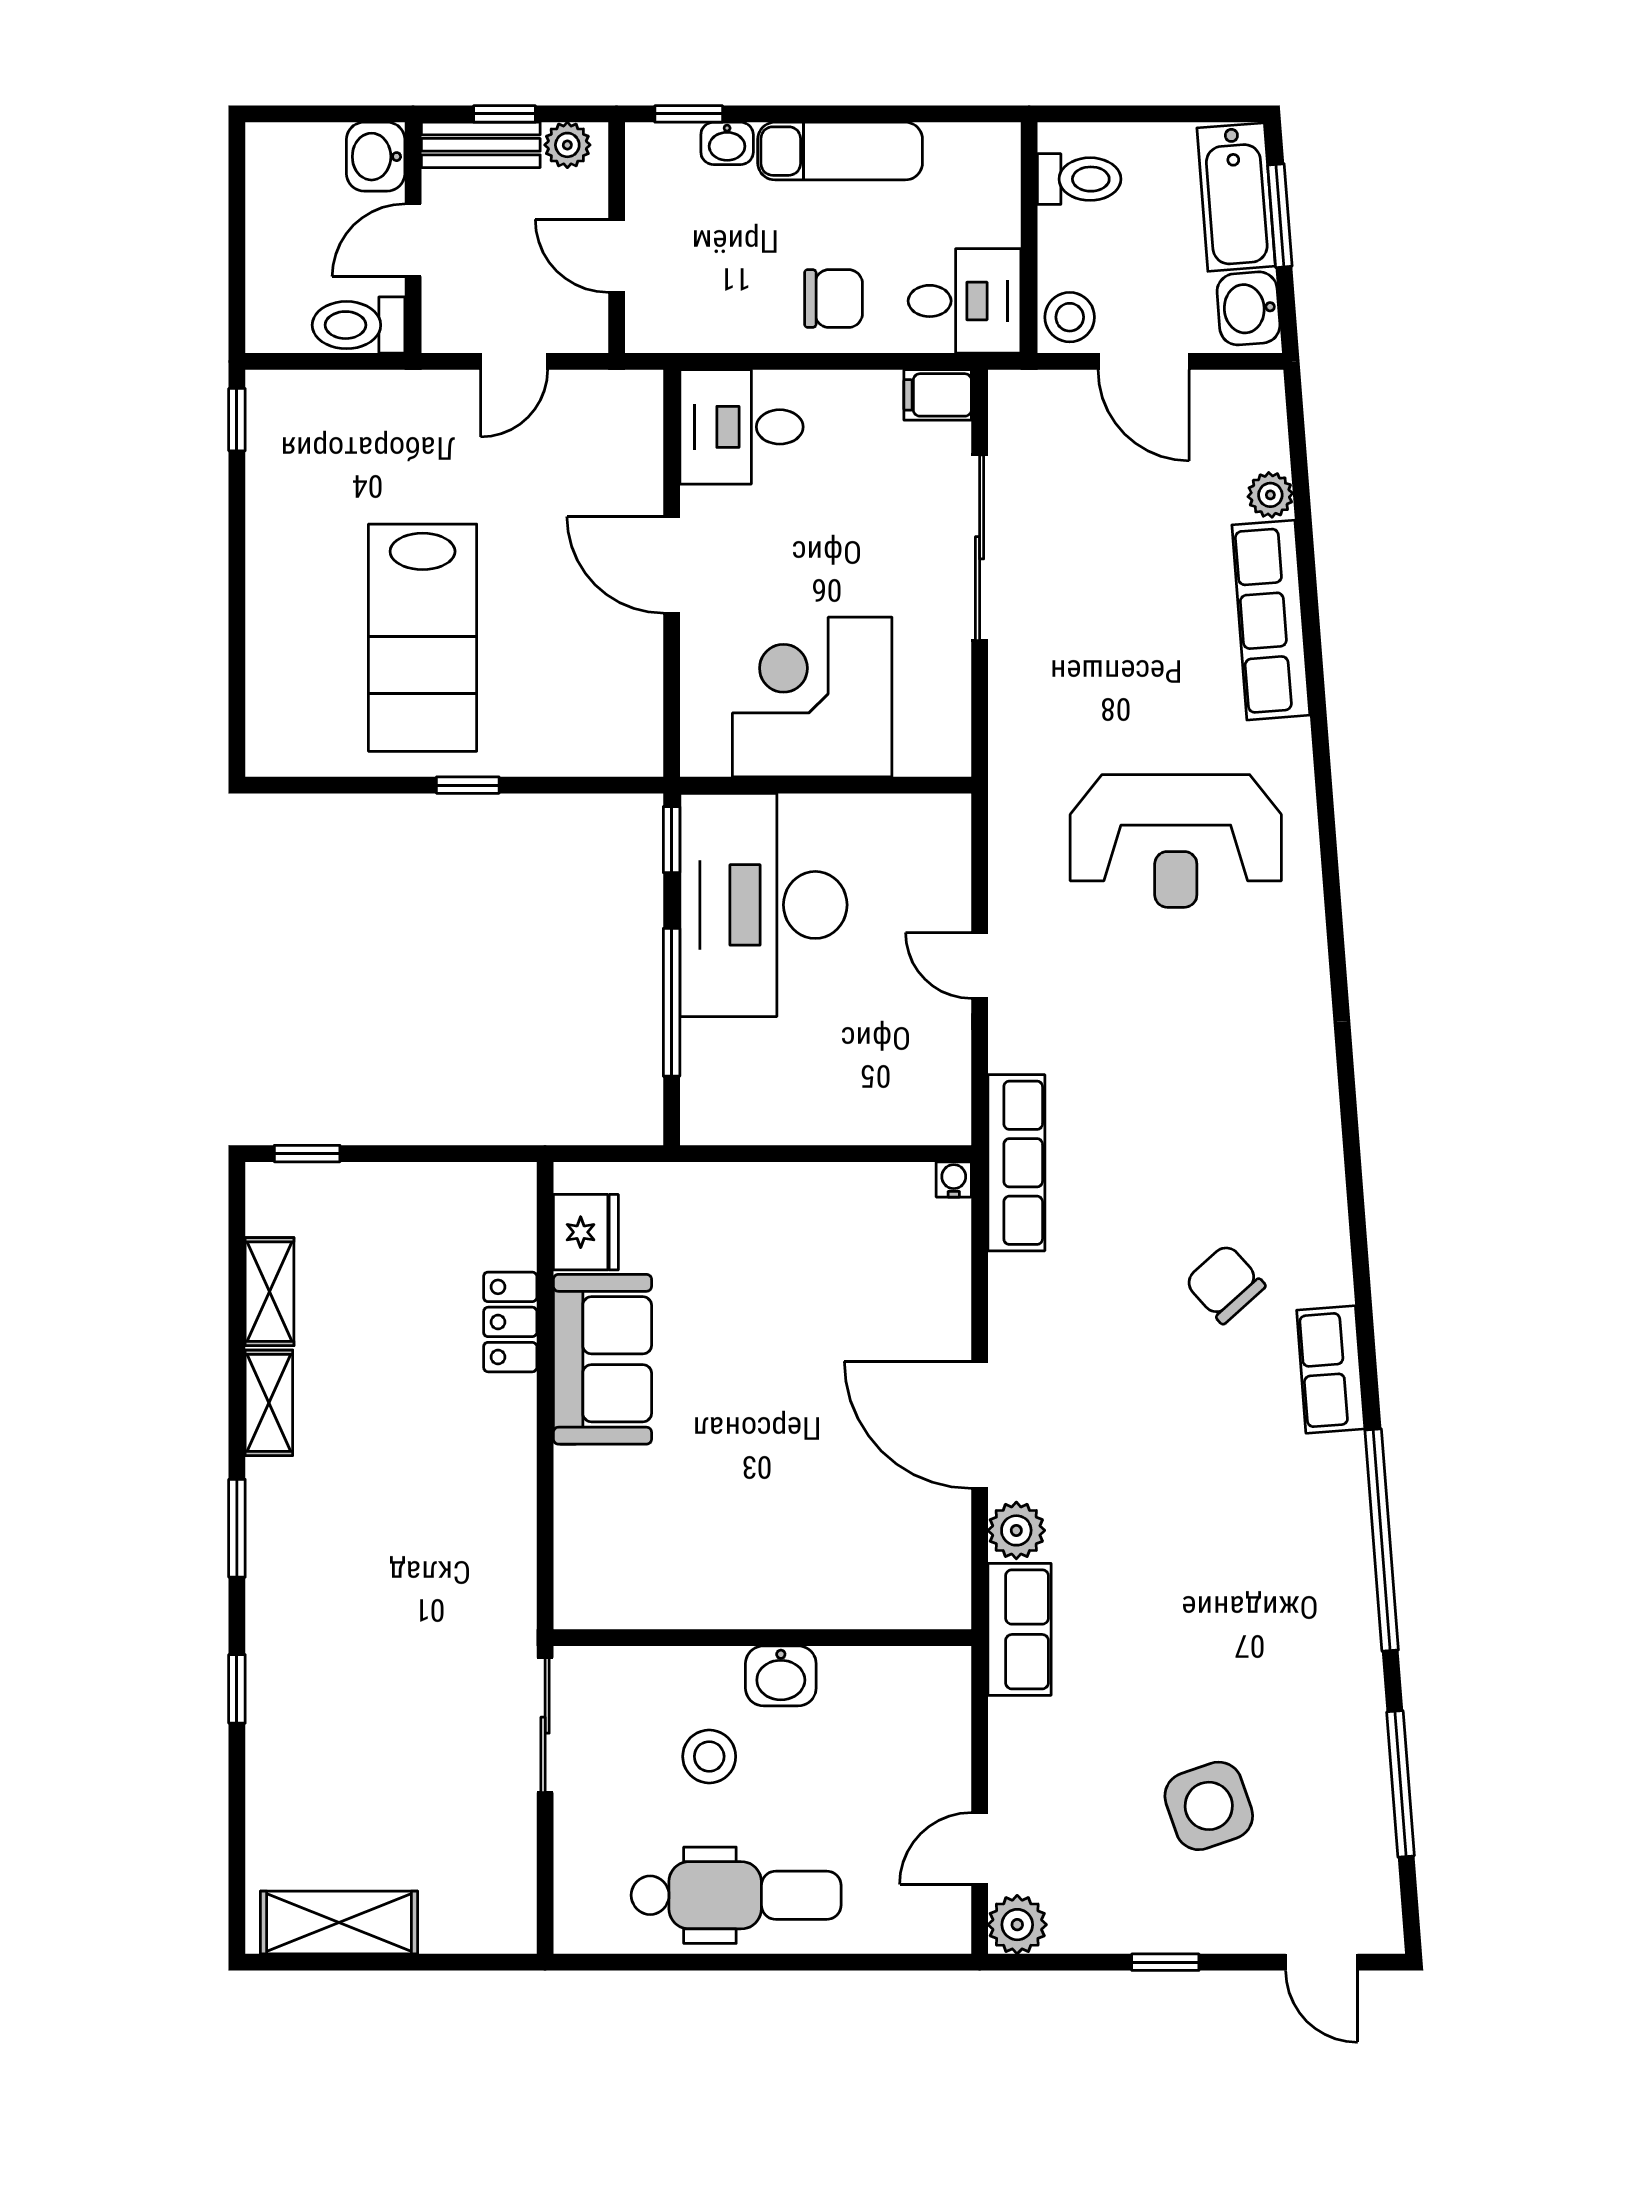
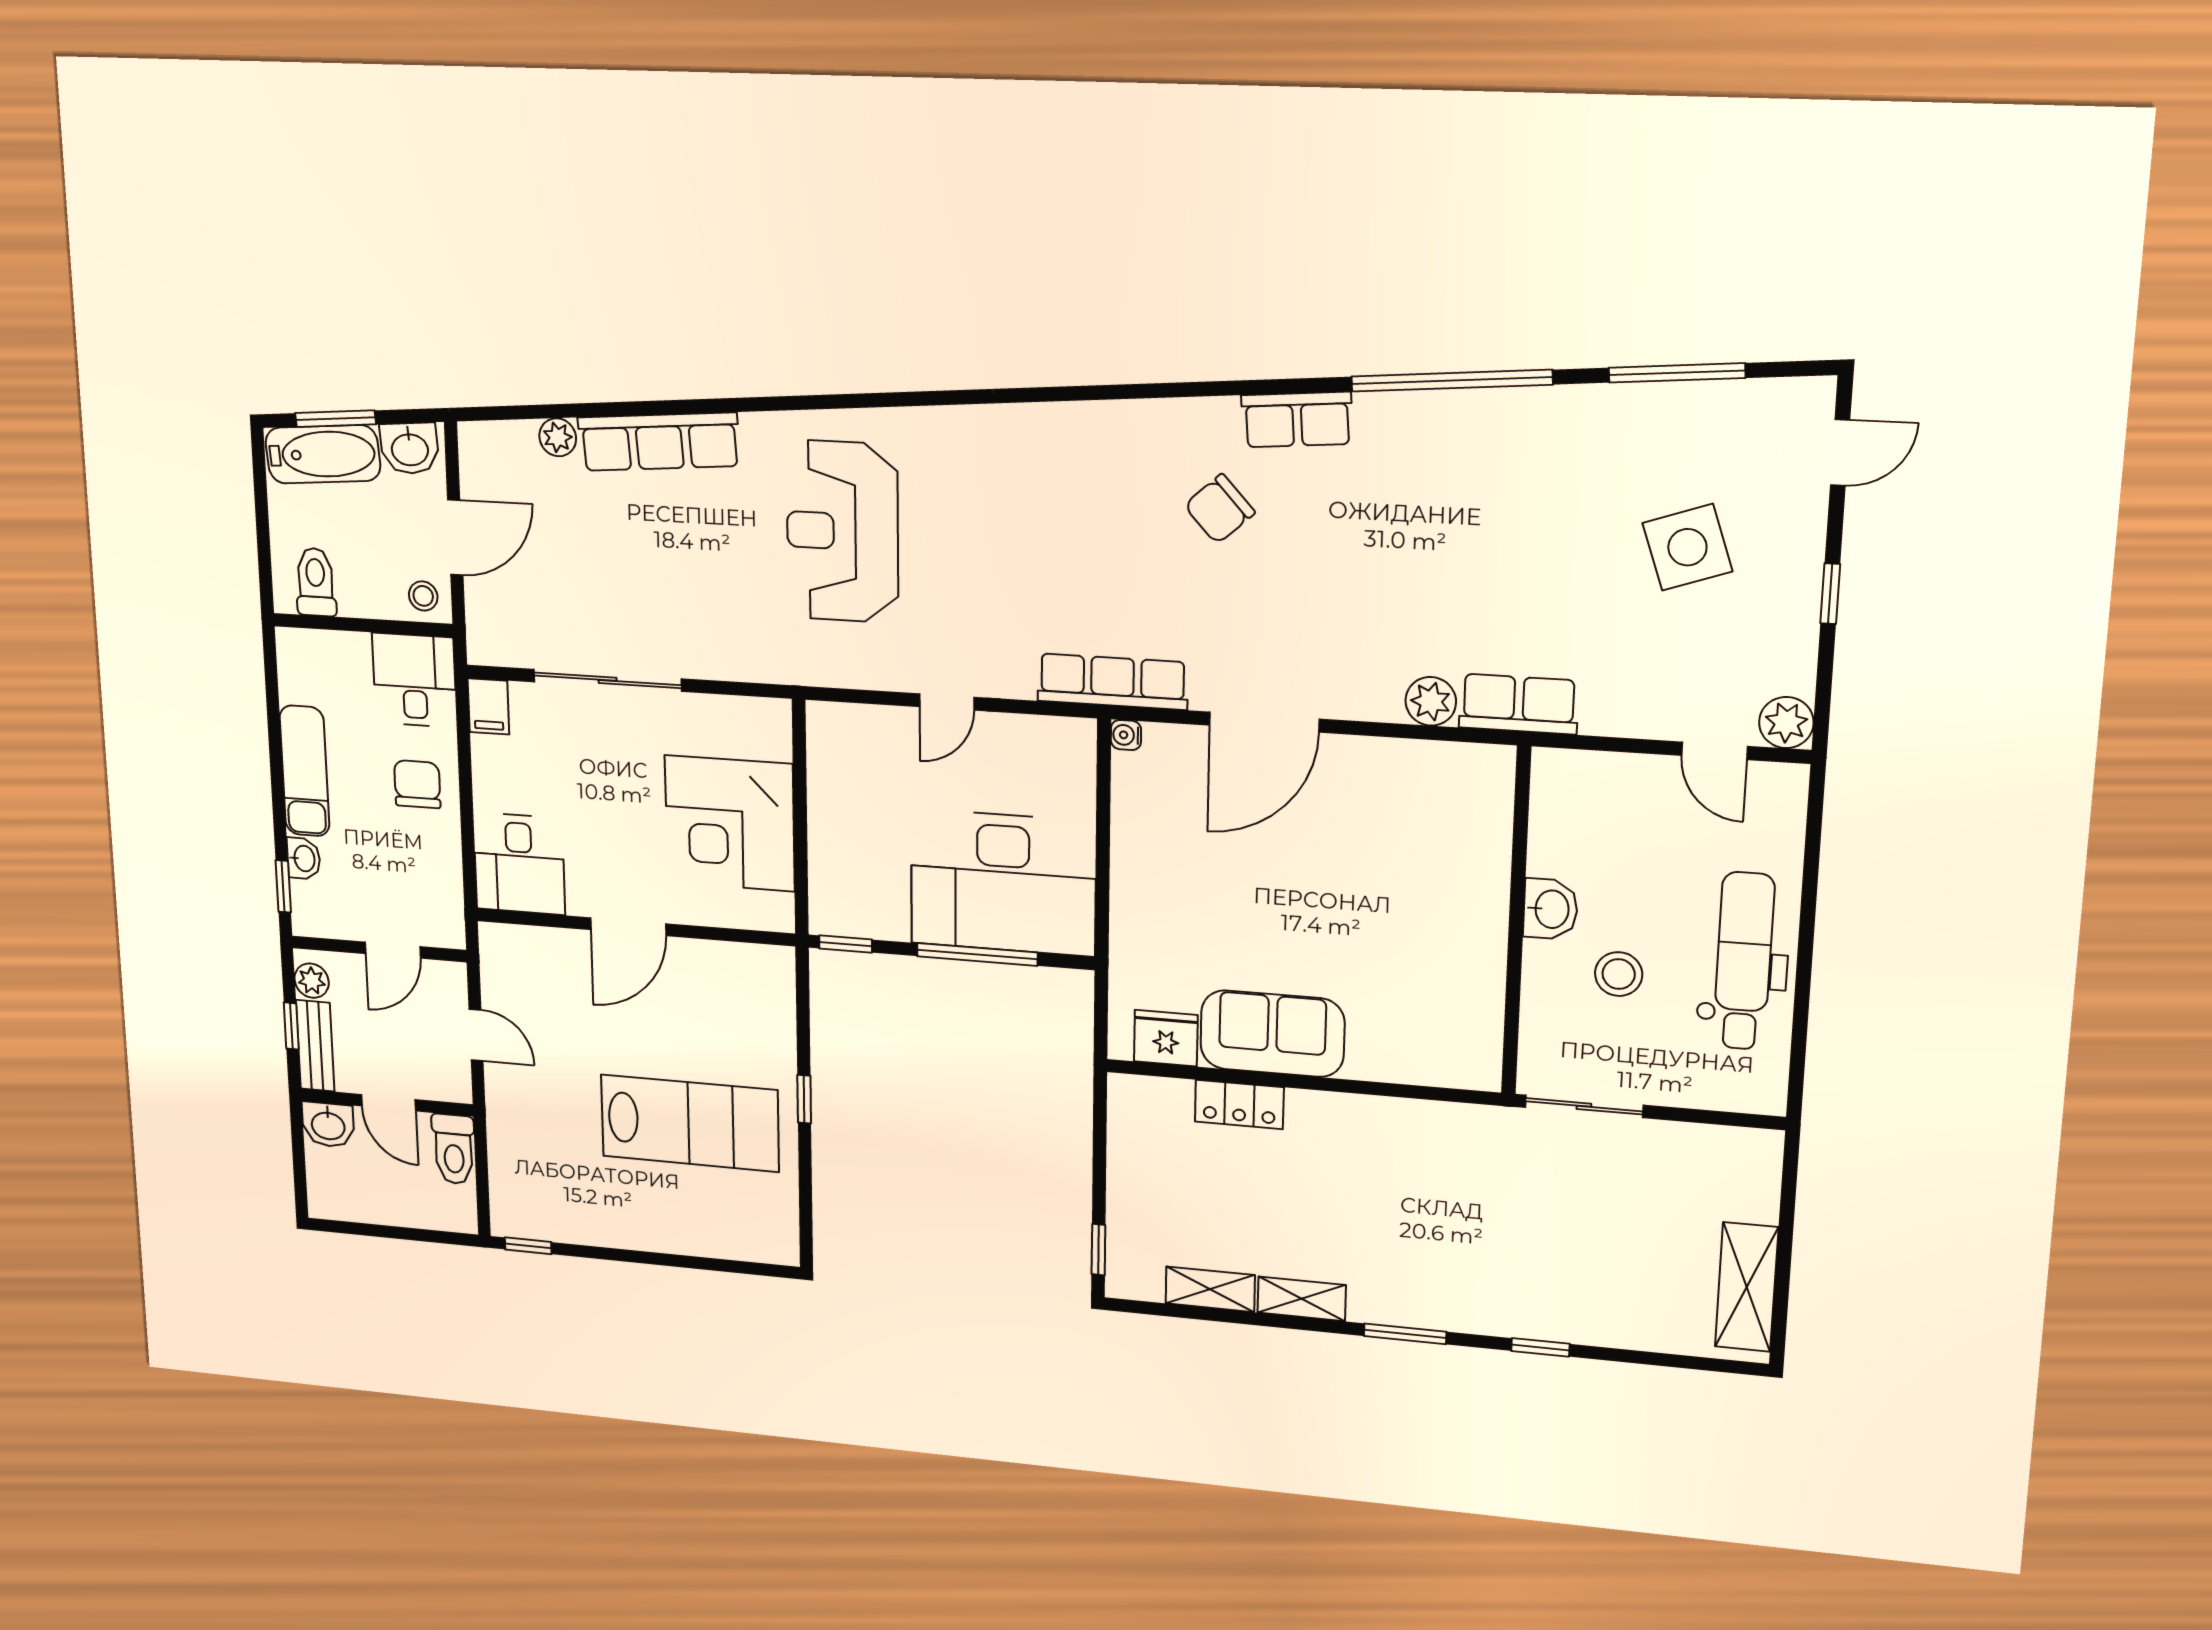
stool: (1070, 317) -> (423, 596), width x0.73, depth x0.73
reception desk: (1176, 841) -> (842, 532), turned 180
desk: (763, 905) -> (1003, 883), moved
door: (980, 1425) -> (1264, 722), moved

